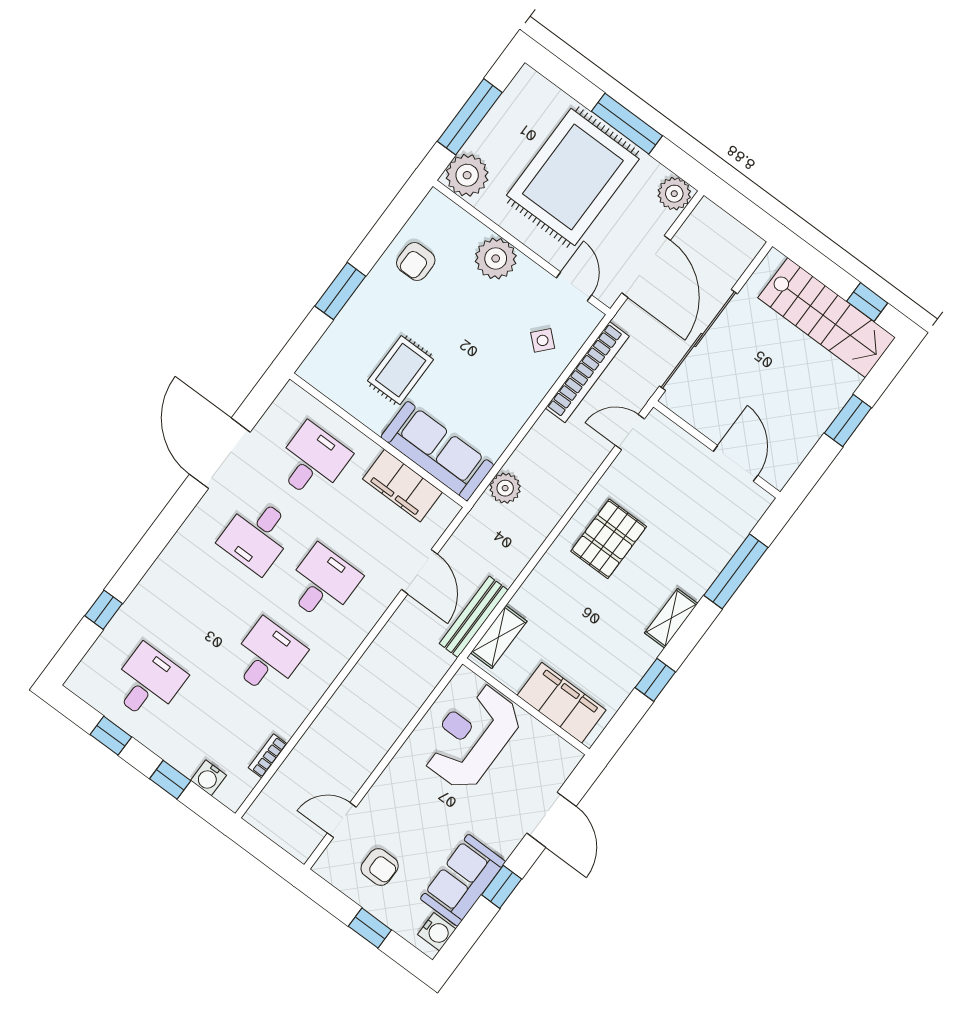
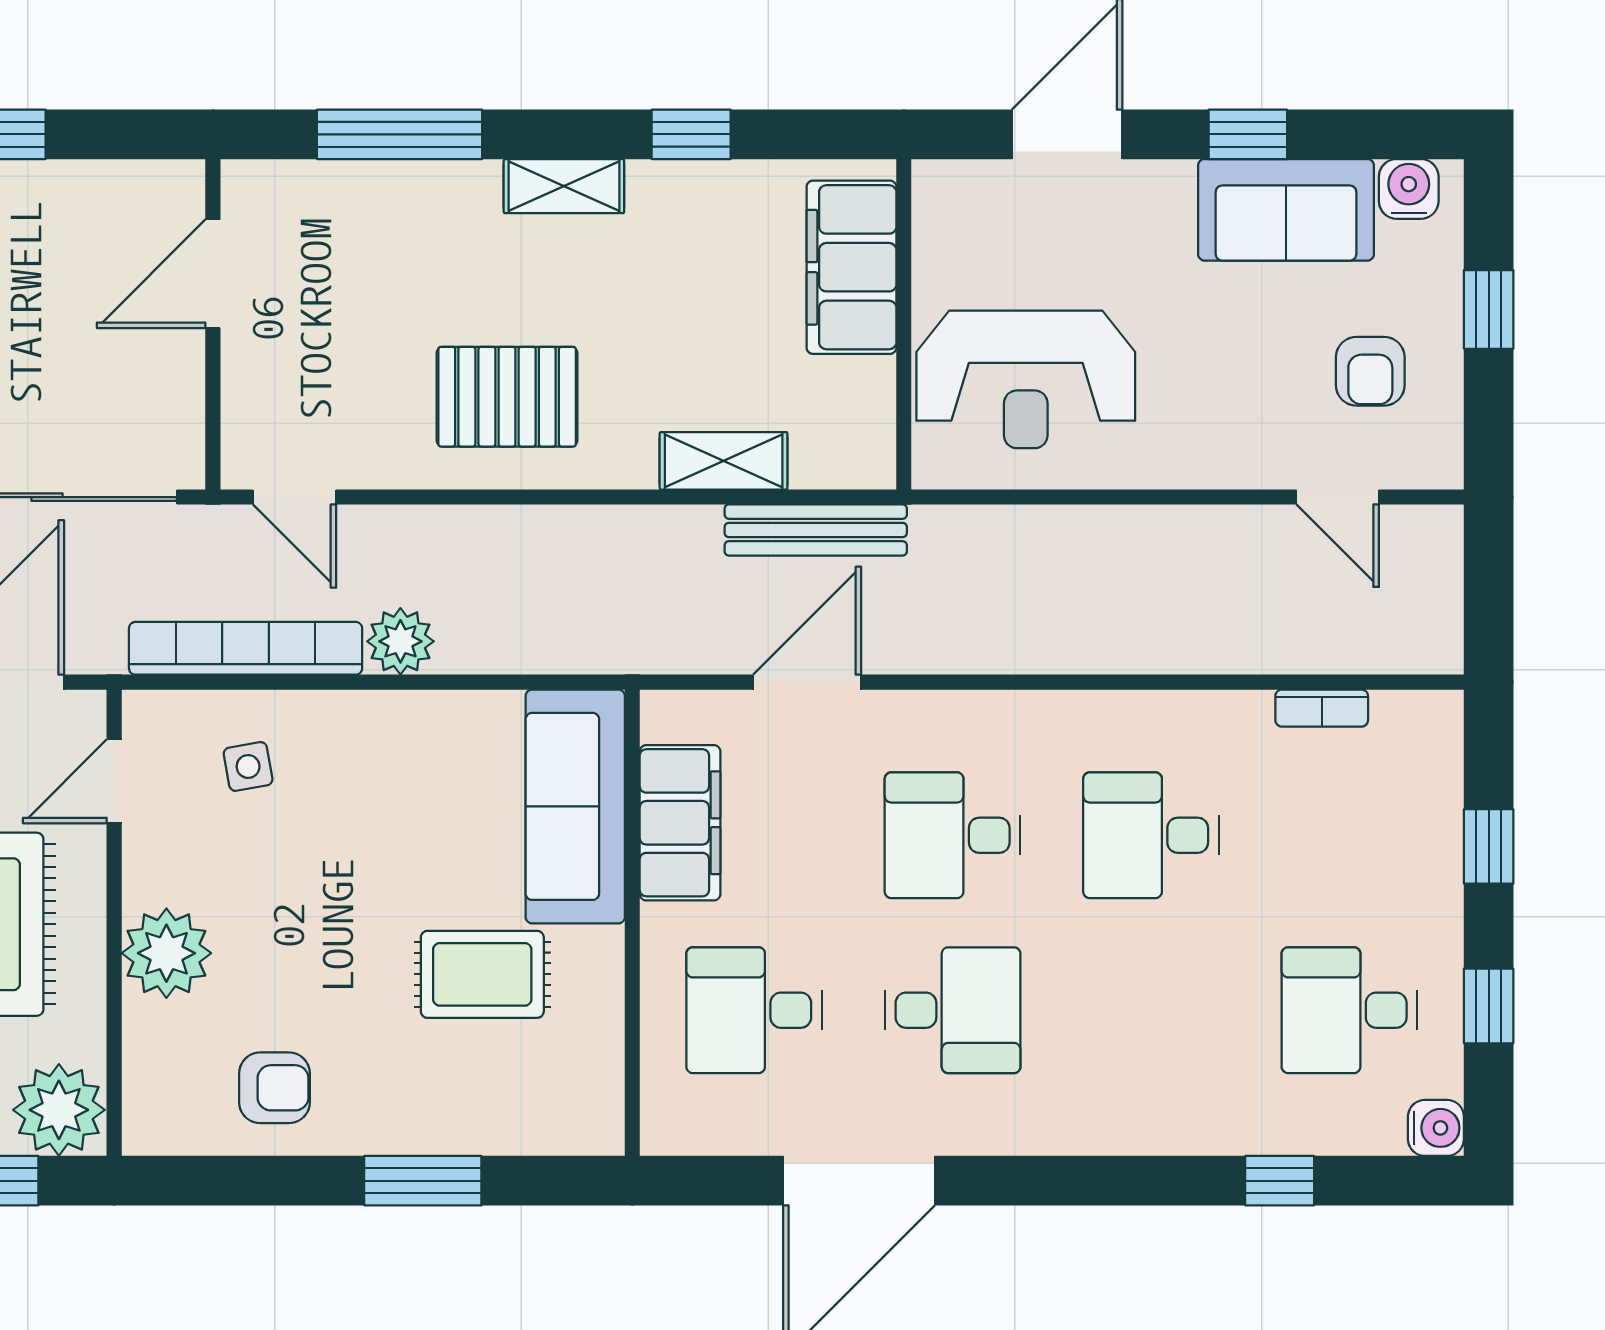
side table: (543, 340) -> (248, 766), turned 38
plant: (505, 488) -> (400, 641), moved
shelving: (499, 637) -> (724, 461), moved
water cooler: (209, 778) -> (1436, 1128), moved
armchair: (380, 867) -> (1370, 371), turned 180

